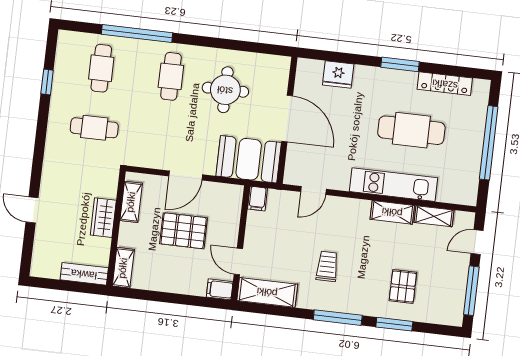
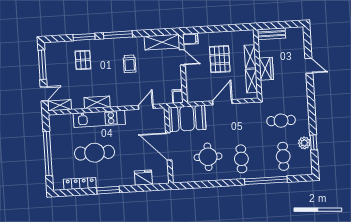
plant: (62, 84) -> (304, 143), added
shelving: (434, 216) -> (60, 105), moved
pallet: (184, 231) -> (220, 59), moved, turned 90
shelving: (123, 268) -> (250, 57), moved

